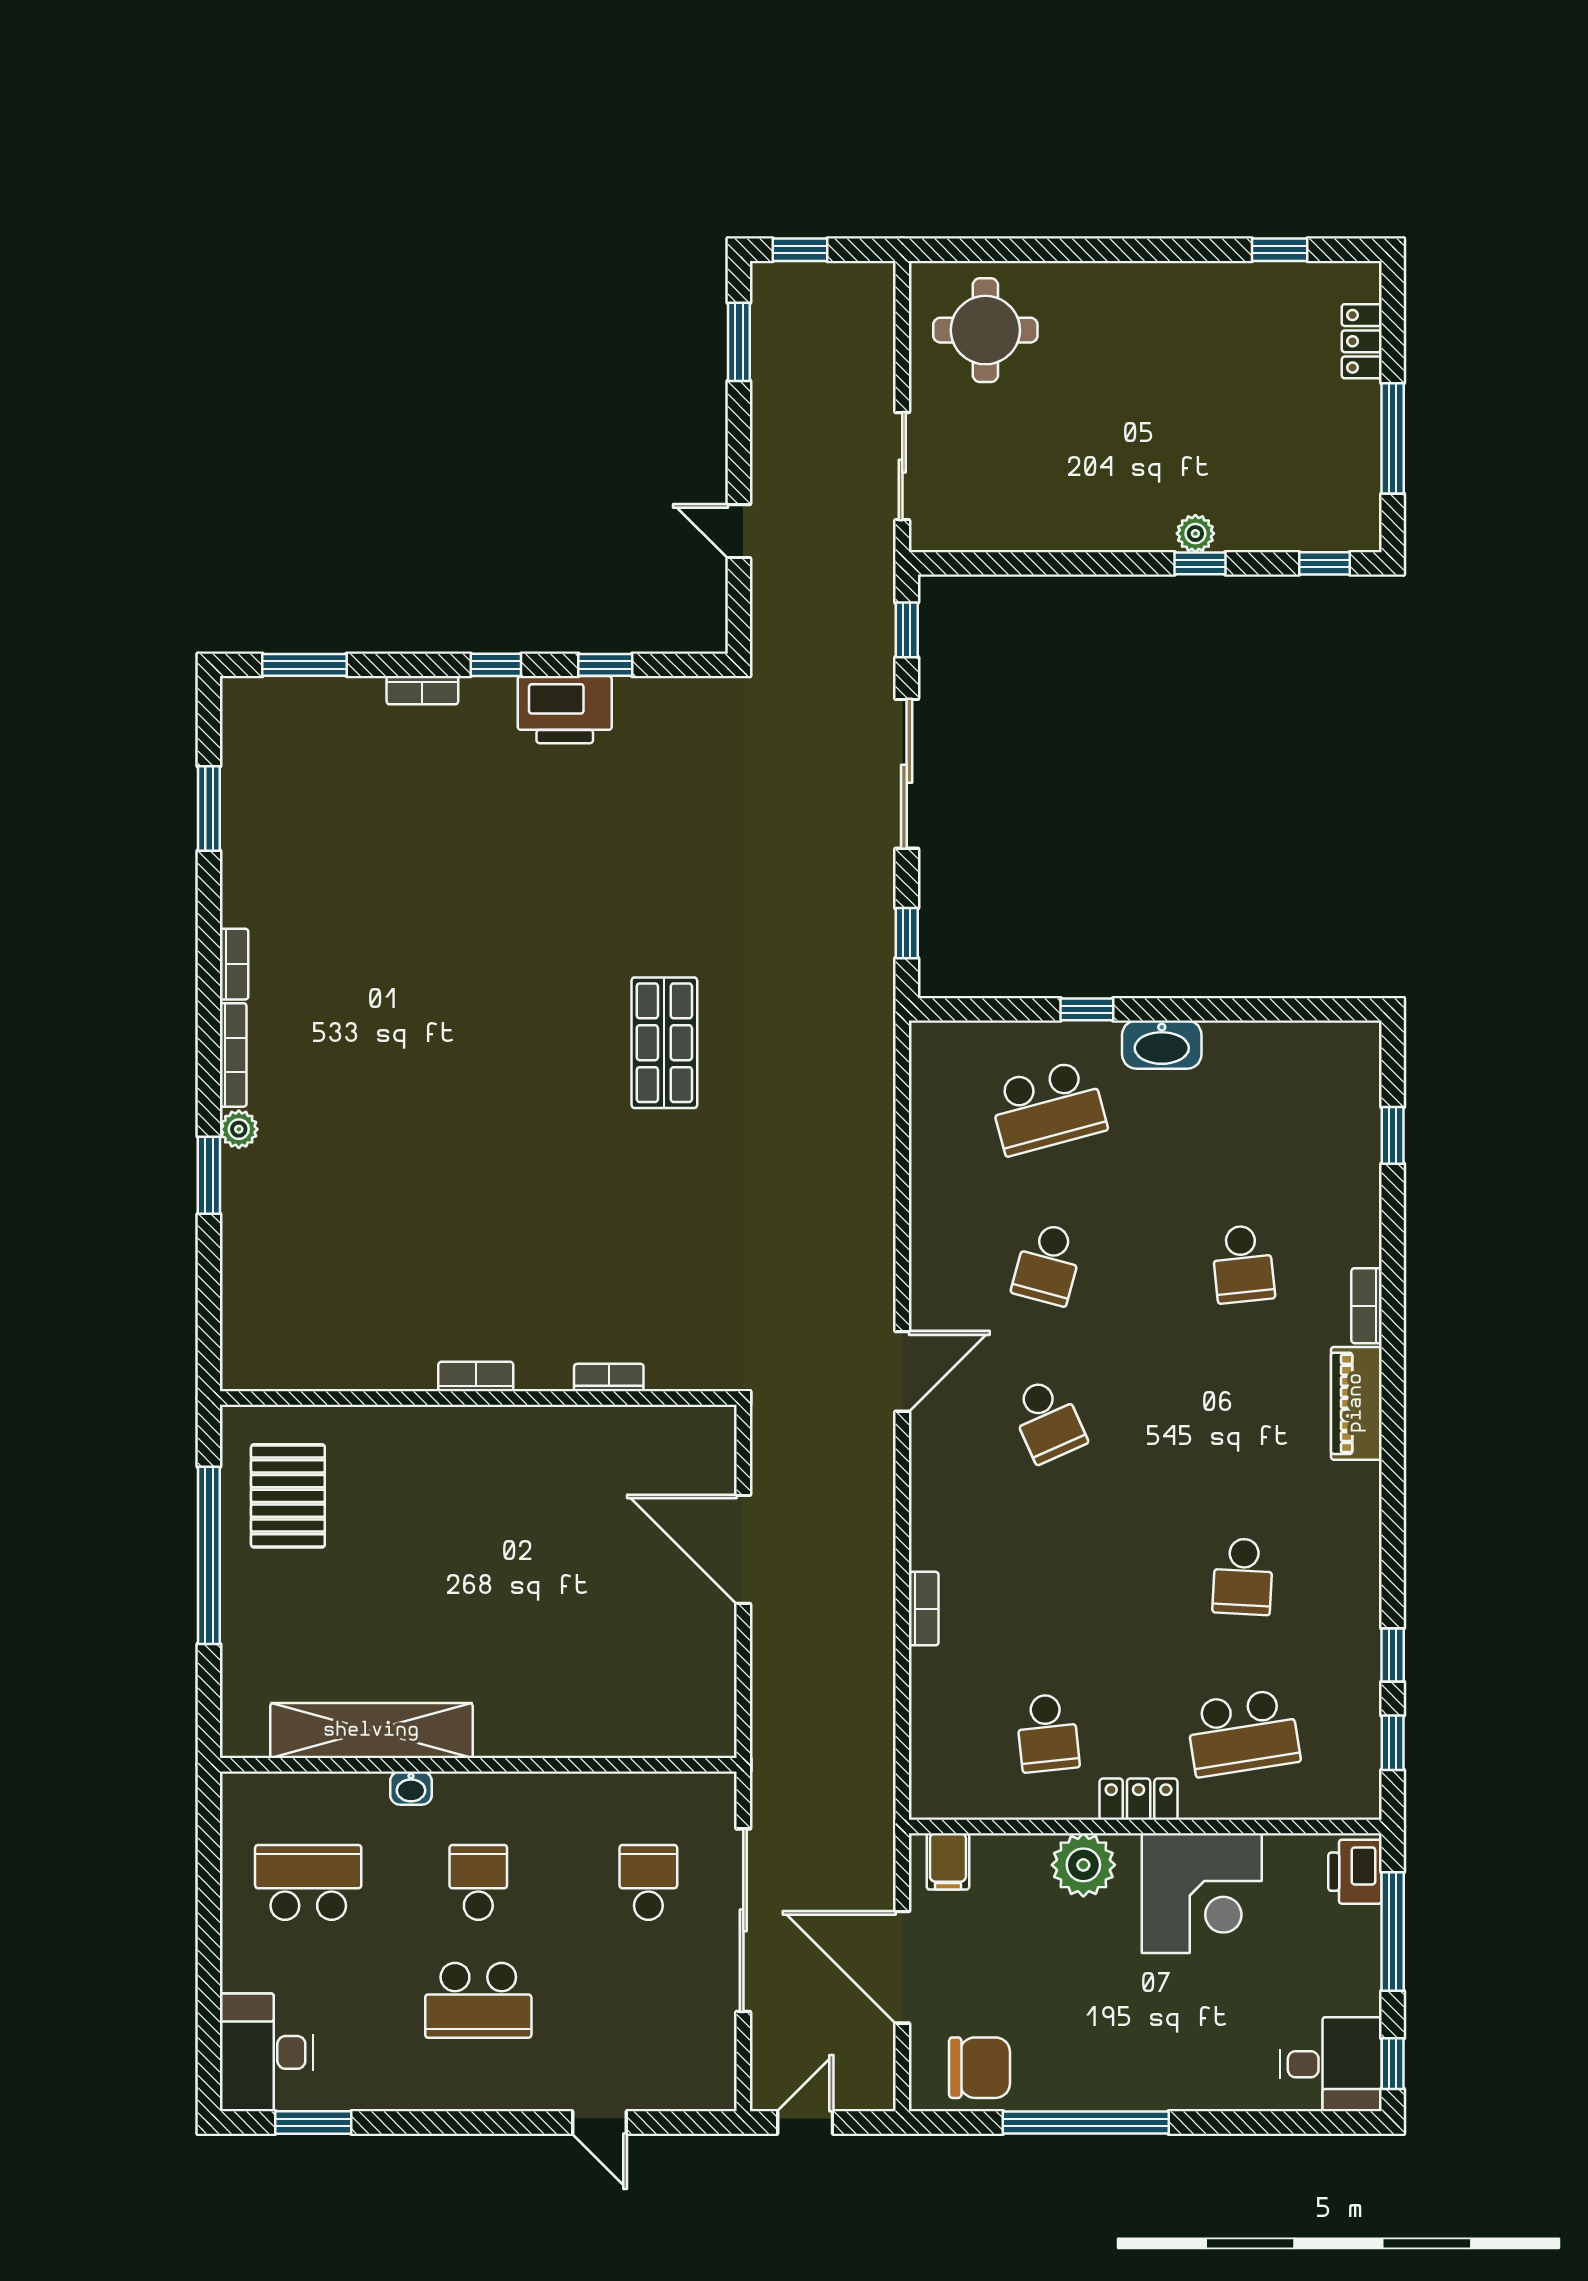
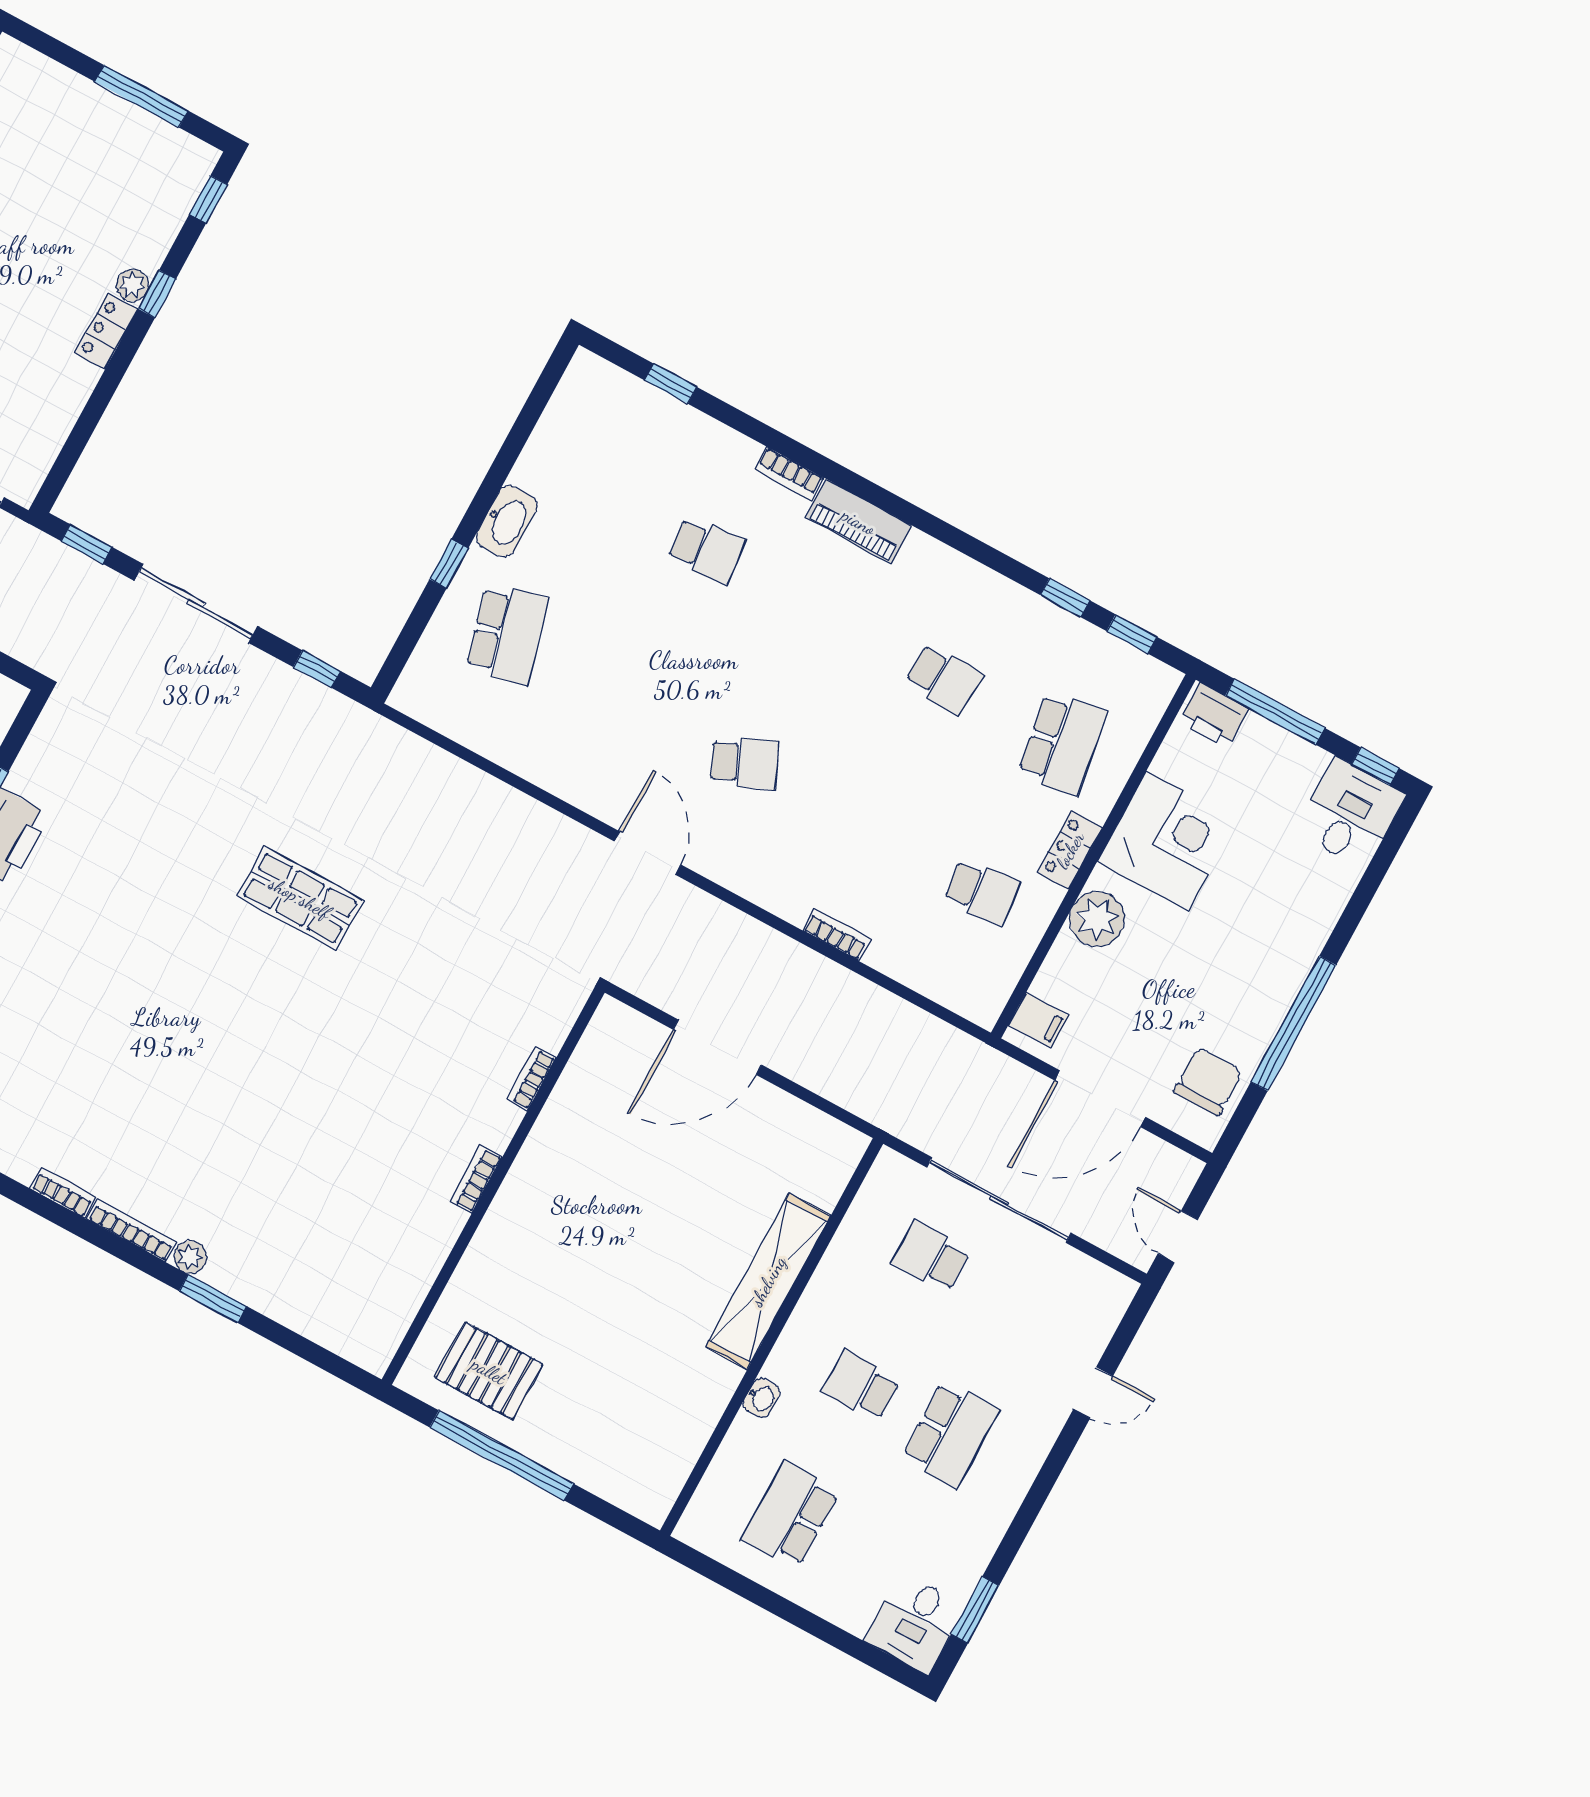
locker: (1362, 341) -> (106, 331), moved, turned 90
school desk: (1048, 1264) -> (626, 698), removed
shelving: (371, 1731) -> (768, 1281), moved
desk: (266, 2052) -> (915, 1623), width x0.73

